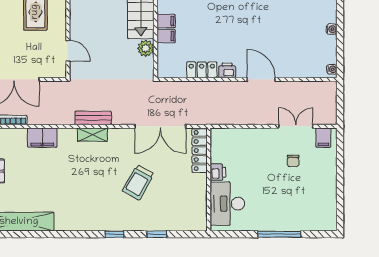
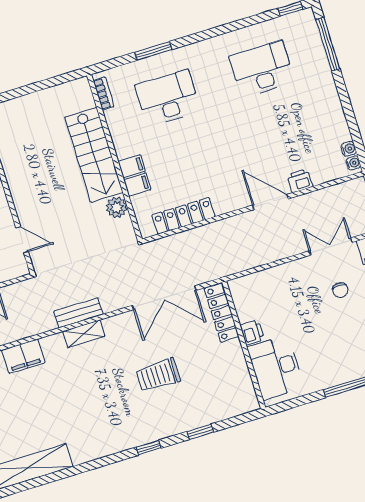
water cooler: (332, 29) -> (349, 149), moved
locker: (202, 70) -> (183, 216), width x1.53
printer: (227, 70) -> (300, 181), moved
trolley: (138, 182) -> (158, 375), turned 60

